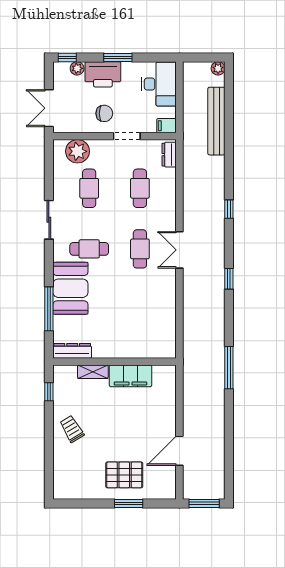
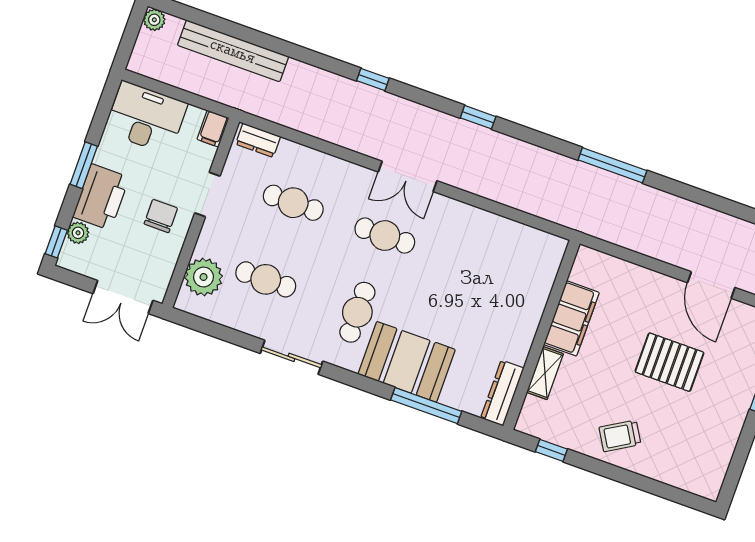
pallet: (124, 475) -> (669, 362), moved, turned 90

